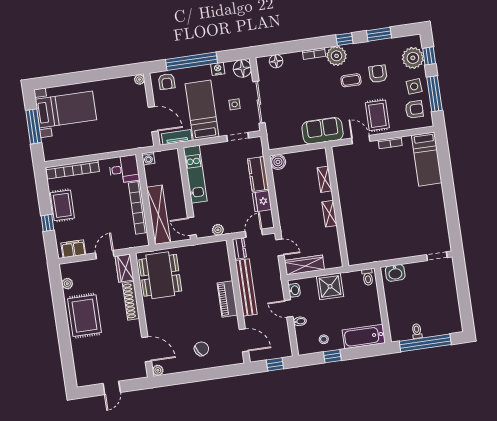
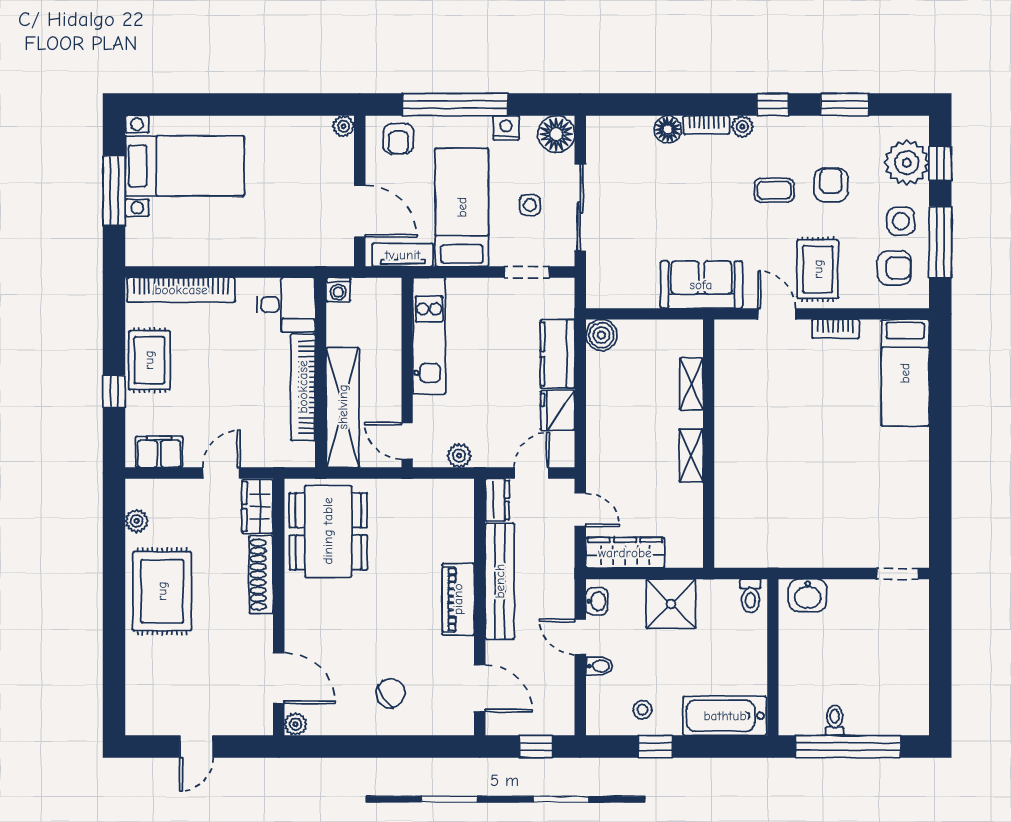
plant: (337, 56) -> (742, 127), width x0.53, depth x0.53
floor lamp: (276, 61) -> (668, 129), moved

